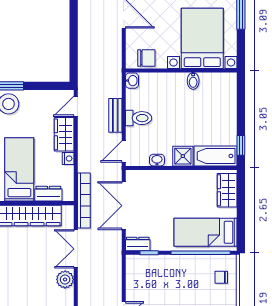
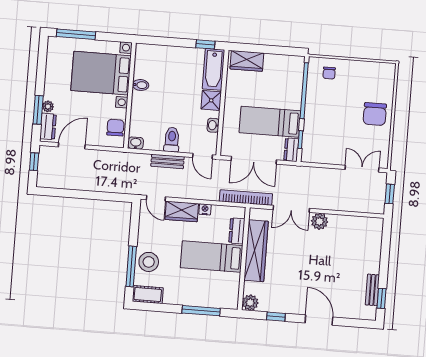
bed: (206, 232) -> (270, 122), moved, turned 90

